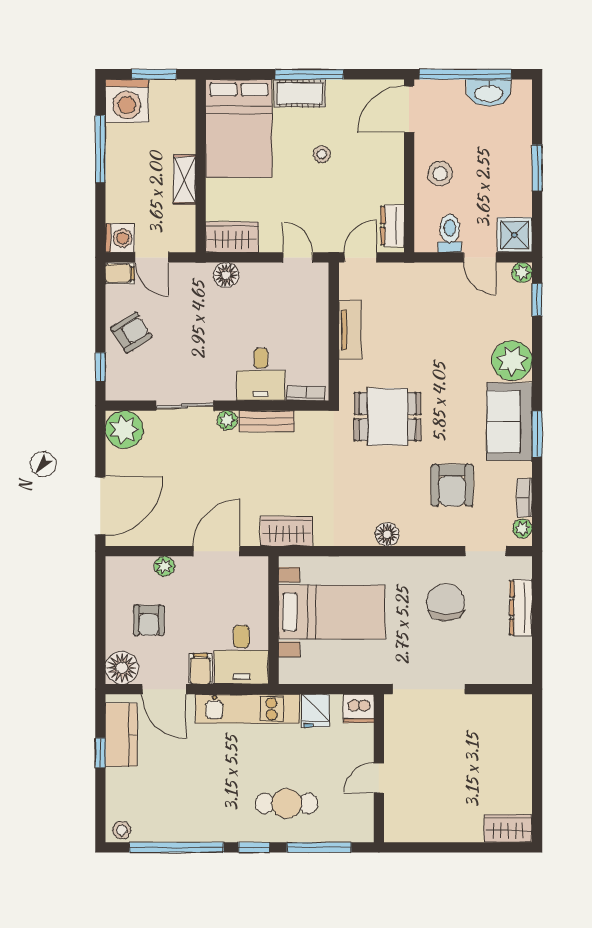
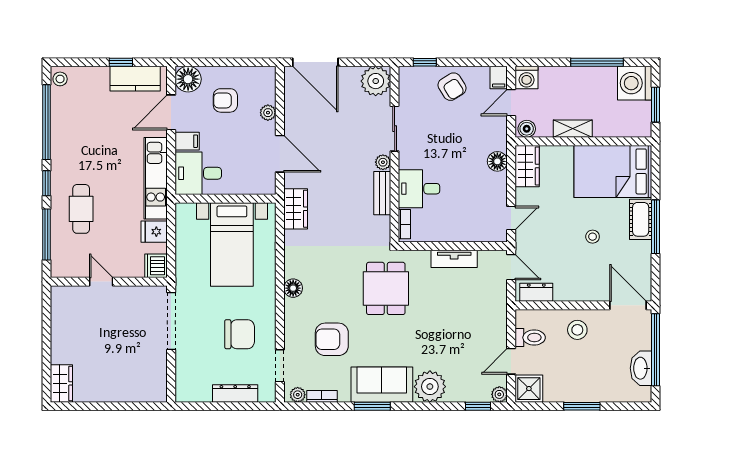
boiler: (185, 238) -> (527, 129), added

